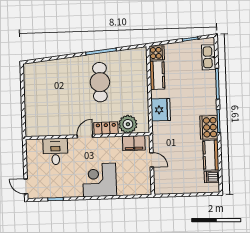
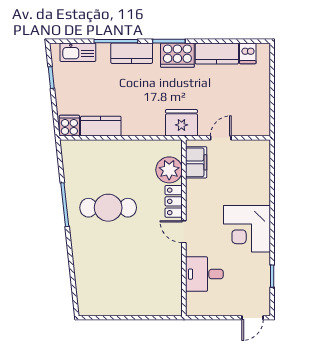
kitchen counter: (209, 95) -> (132, 53), added
fridge: (161, 110) -> (181, 123), moved
corner desk: (99, 180) -> (247, 229), moved

